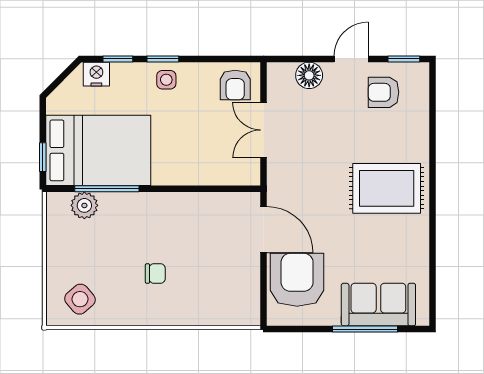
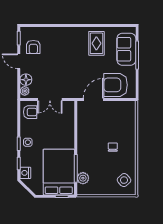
plant: (283, 73) -> (25, 91), added
rug: (387, 188) -> (96, 43), moved, width x0.73, depth x0.70

